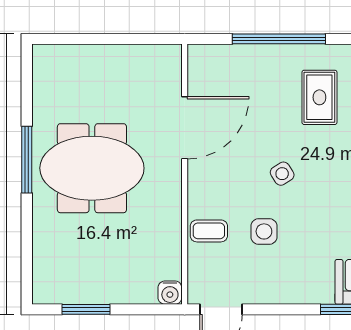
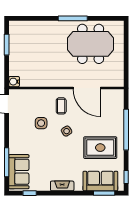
rug: (319, 97) -> (100, 148), width x1.36, depth x1.43
meeting table: (92, 168) -> (91, 44), moved, turned 90
coffee table: (209, 231) -> (61, 106), moved

